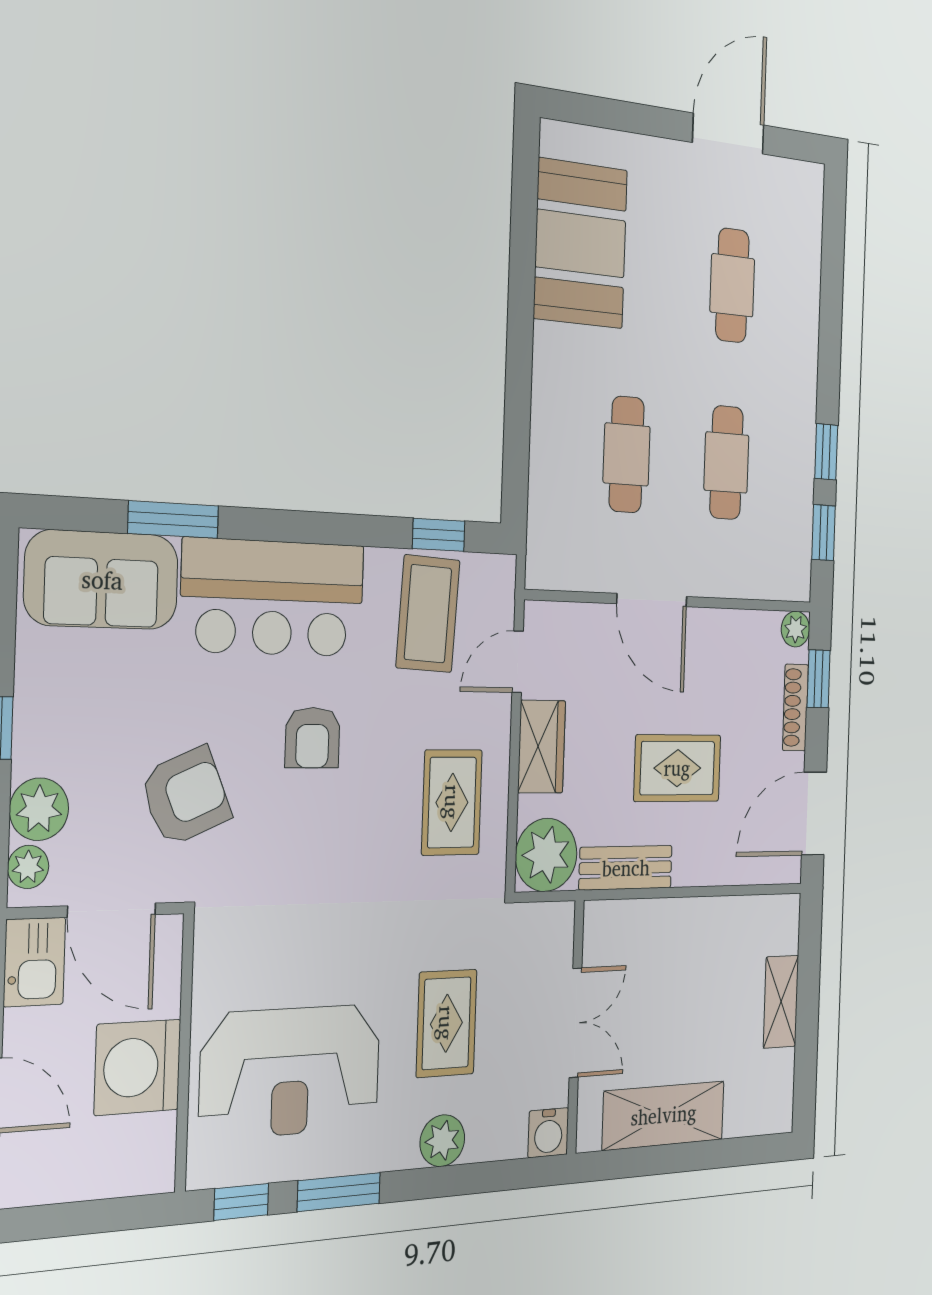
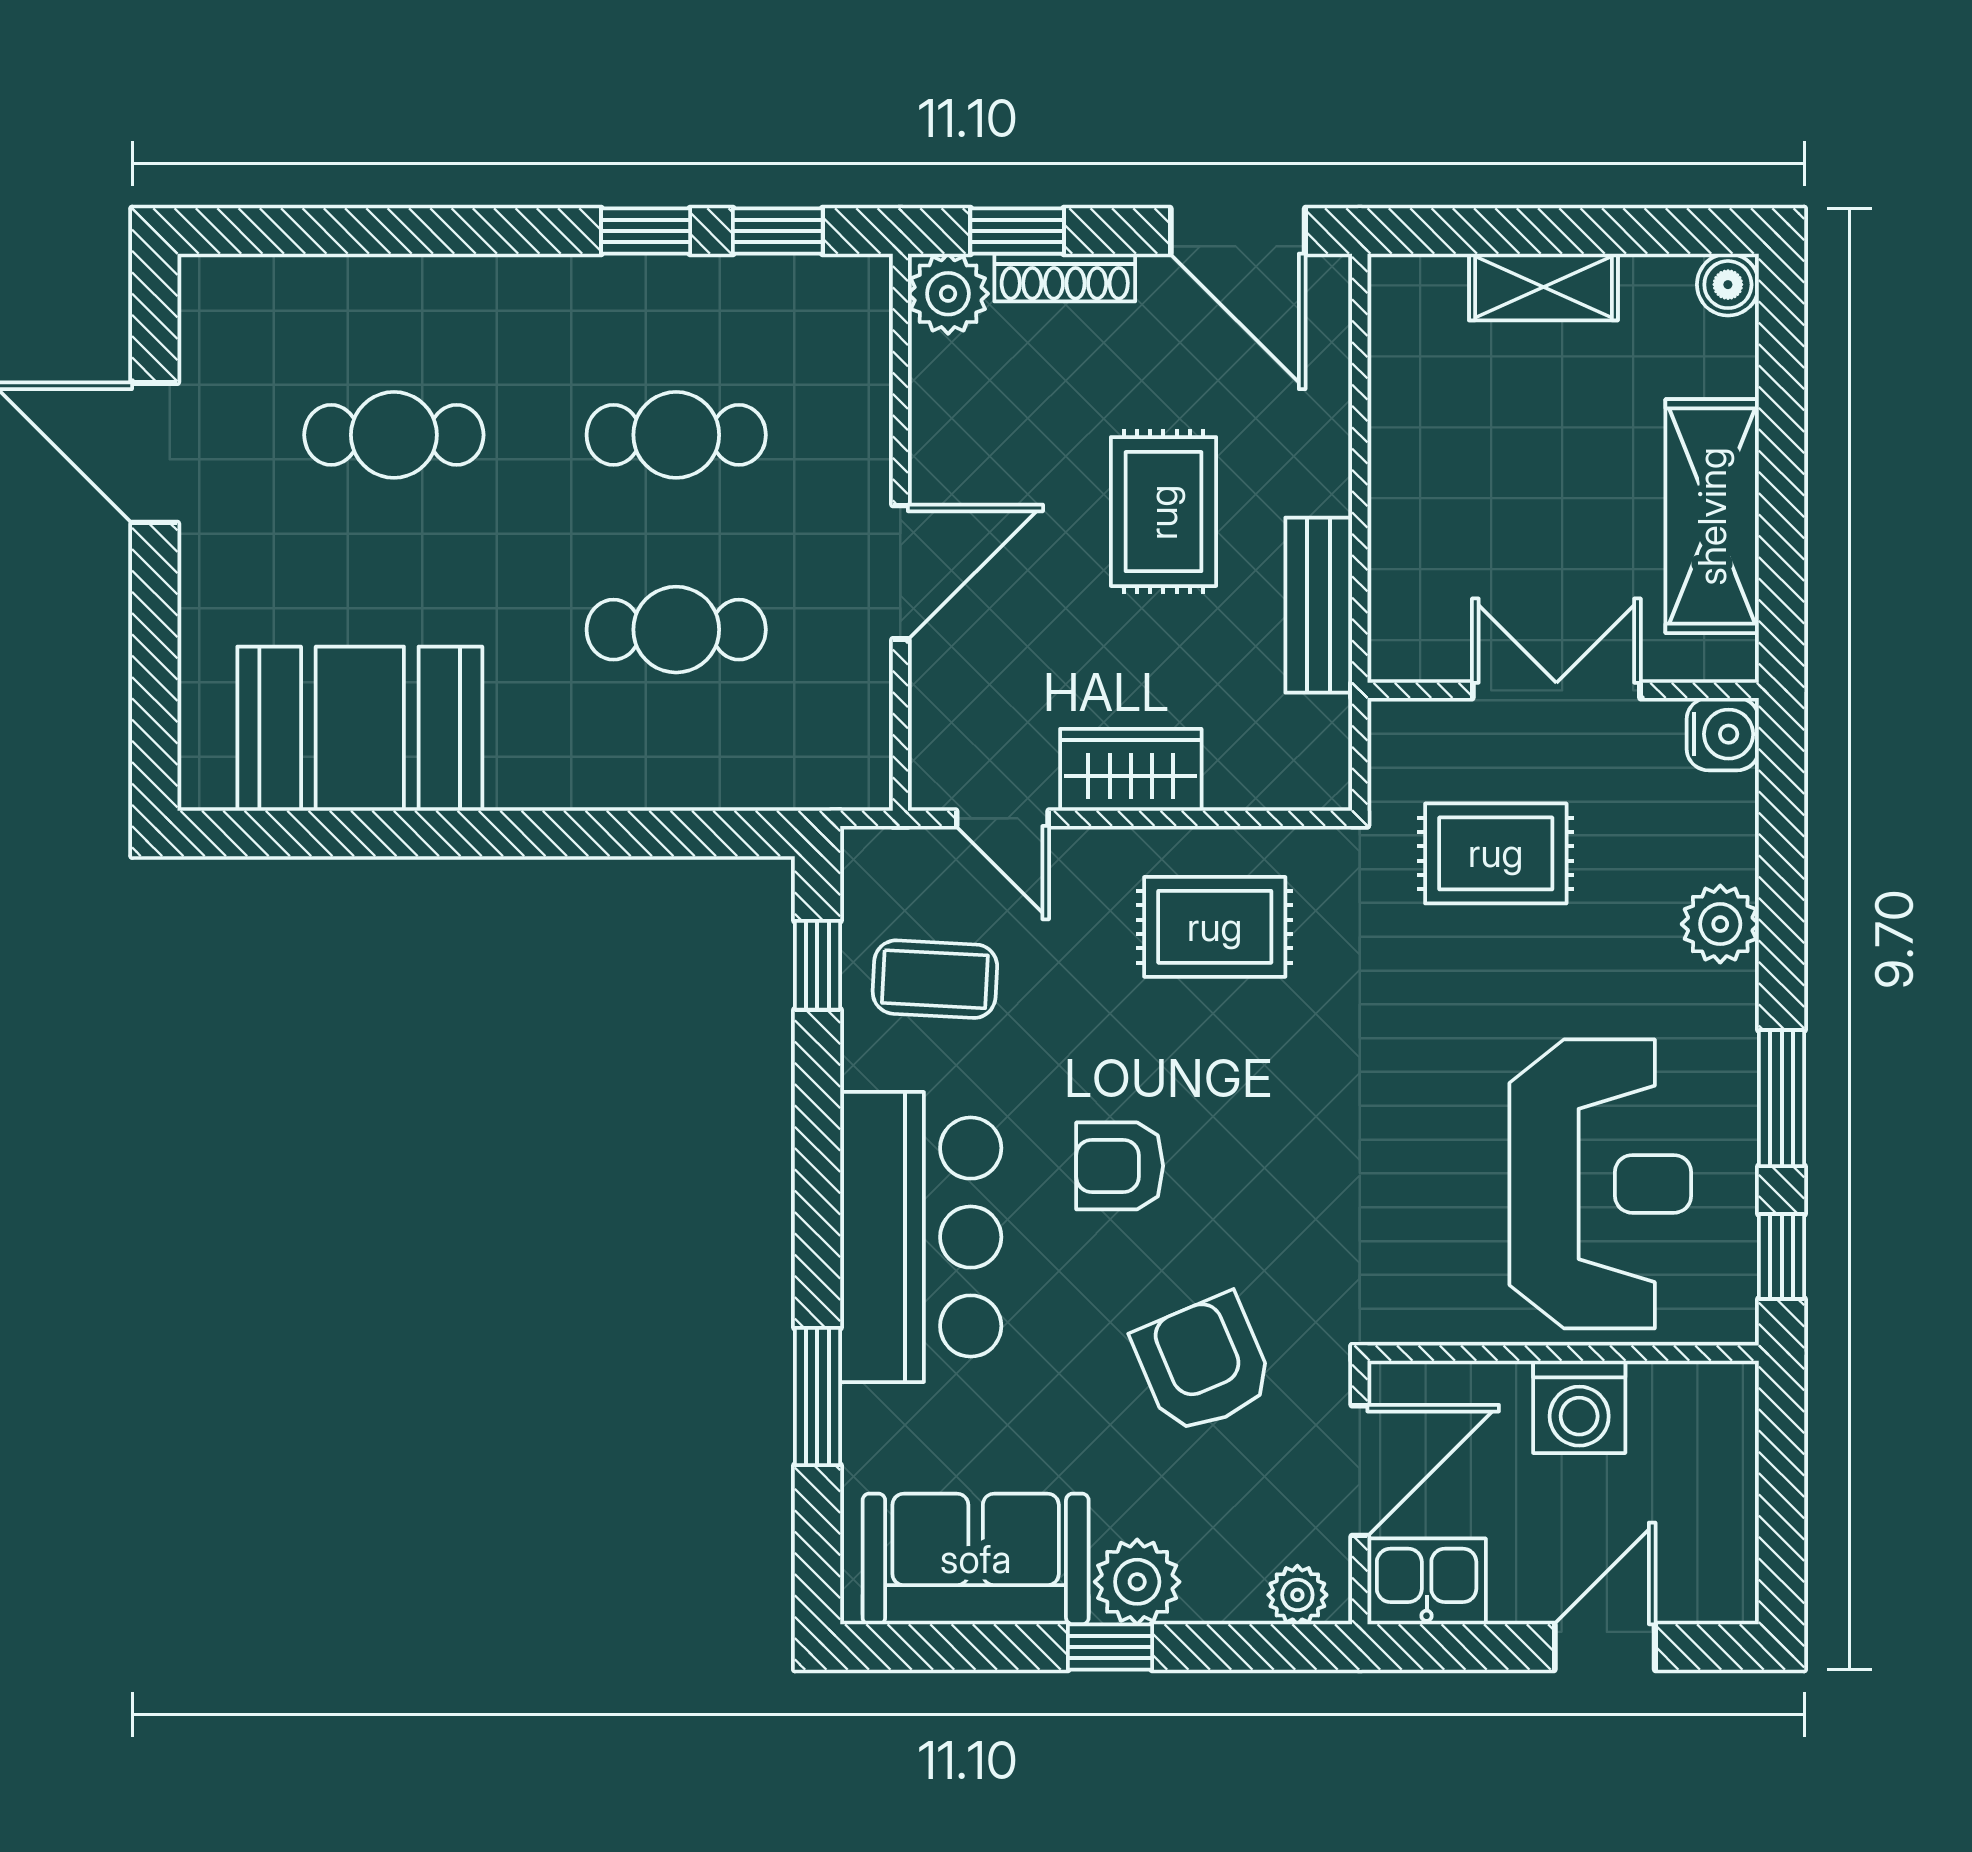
sofa: (102, 580) -> (976, 1559), moved, turned -90
coffee table: (428, 614) -> (935, 979), width x0.73, depth x0.77
plant: (795, 629) -> (948, 294), width x1.38, depth x1.38
armchair: (312, 738) -> (1120, 1166), turned 180
plant: (39, 809) -> (1137, 1582), moved
plant: (546, 855) -> (1296, 755), removed
rug: (446, 1023) -> (1496, 853), moved
washing machine: (138, 1067) -> (1579, 1407), width x0.73, depth x0.73
boiler: (778, 1115) -> (1728, 285), added

